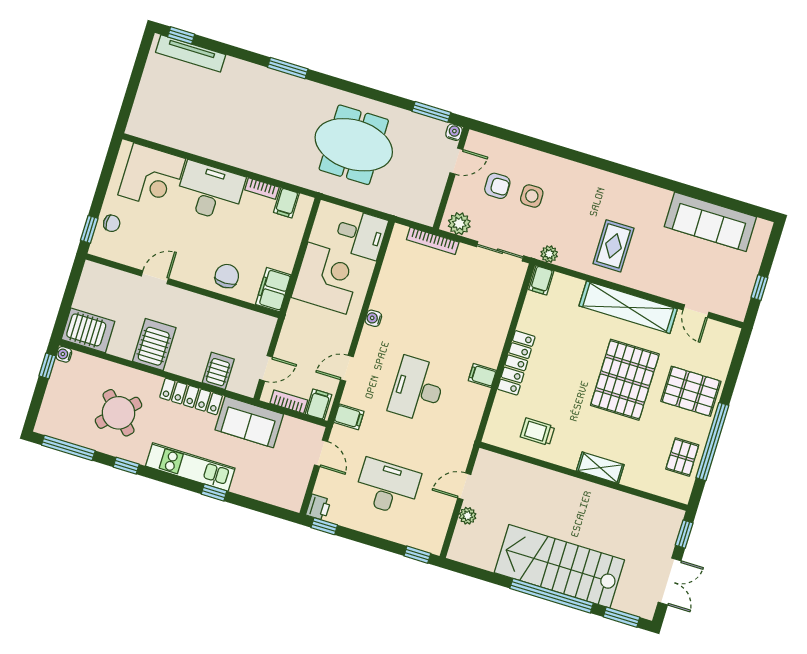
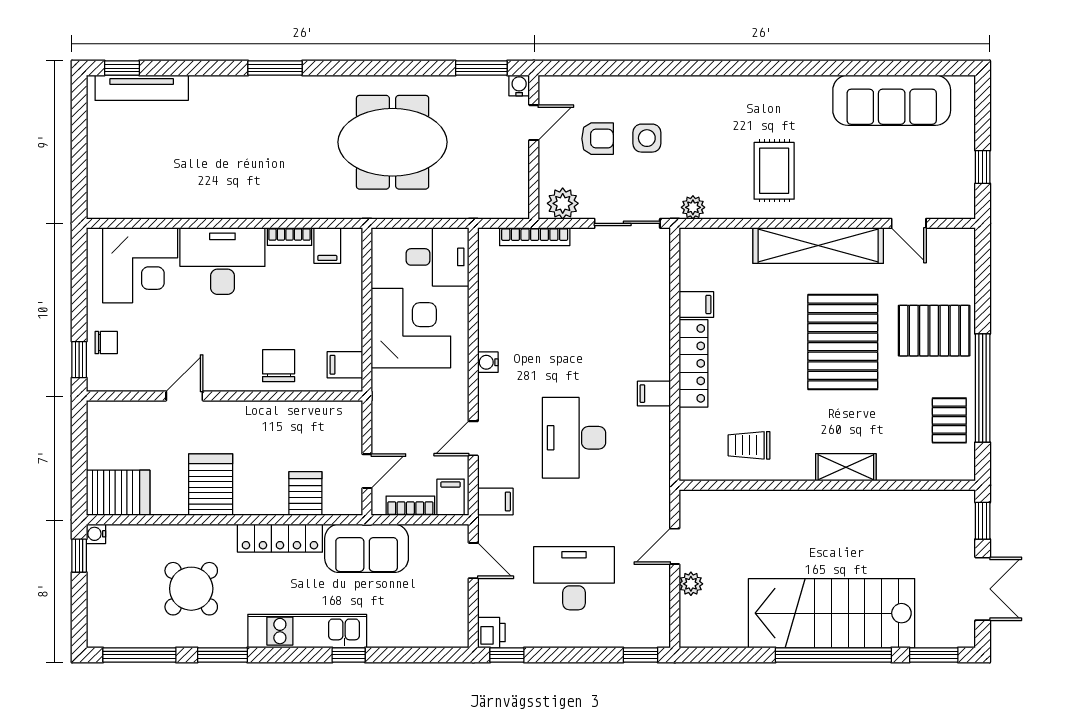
filing cabinet: (541, 280) -> (696, 304), moved, turned -90
filing cabinet: (273, 290) -> (345, 365), width x0.50
window: (126, 466) -> (222, 655), width x1.50

